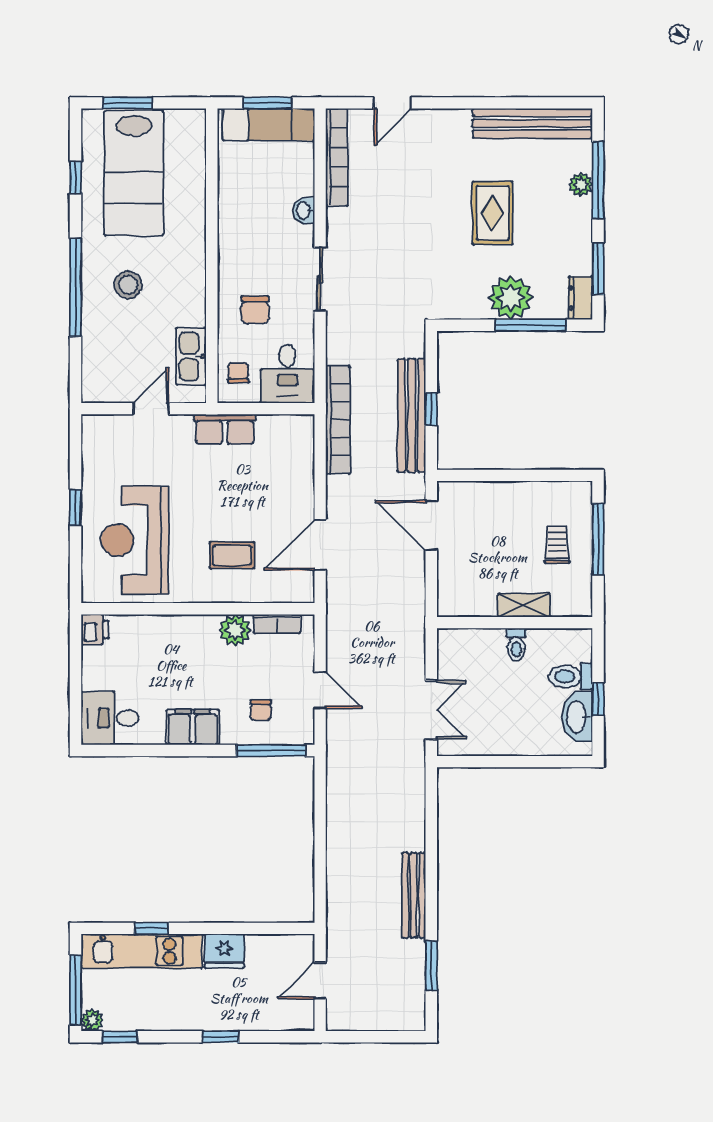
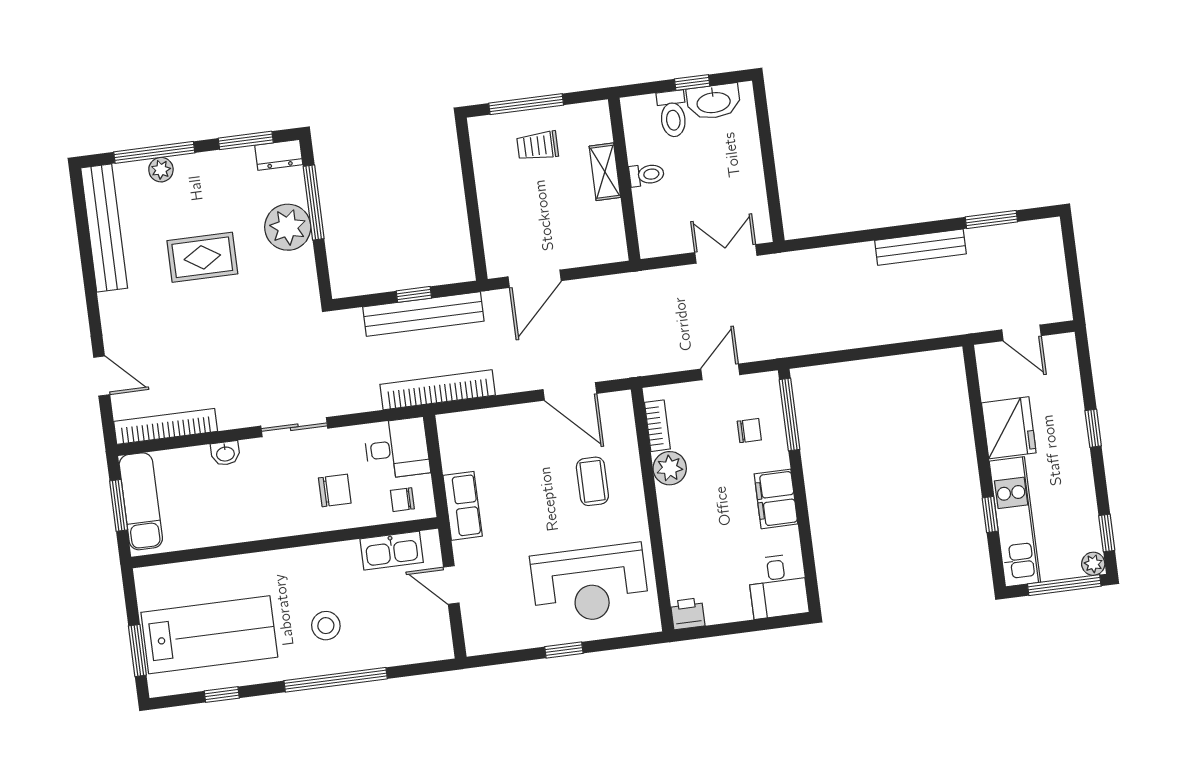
fridge: (224, 951) -> (1009, 428), width x1.36, depth x1.34

